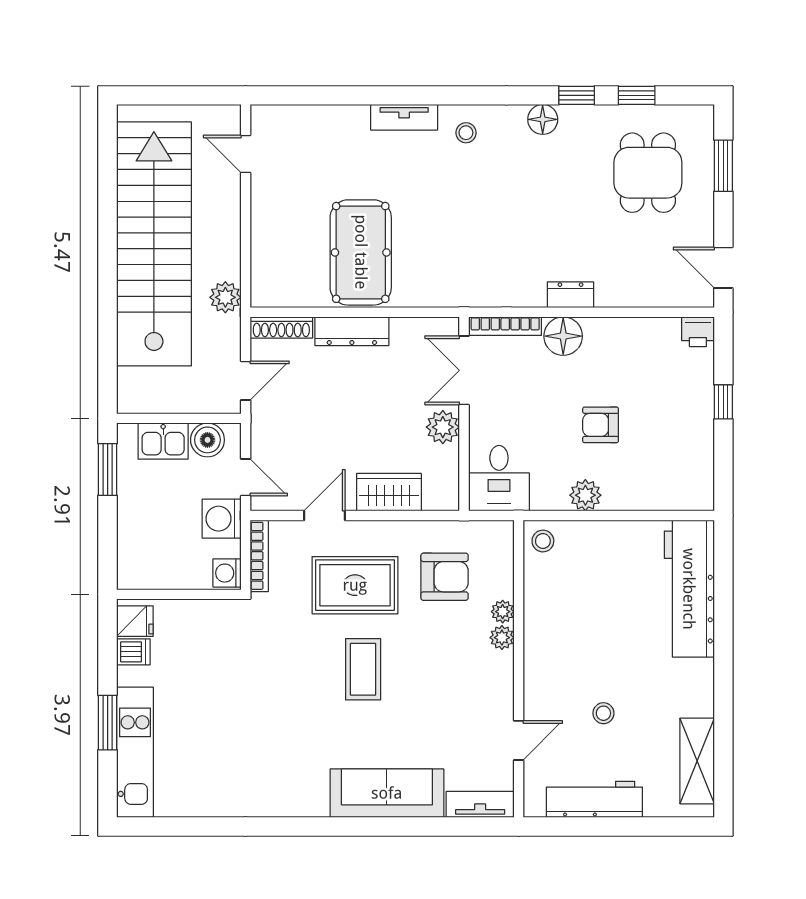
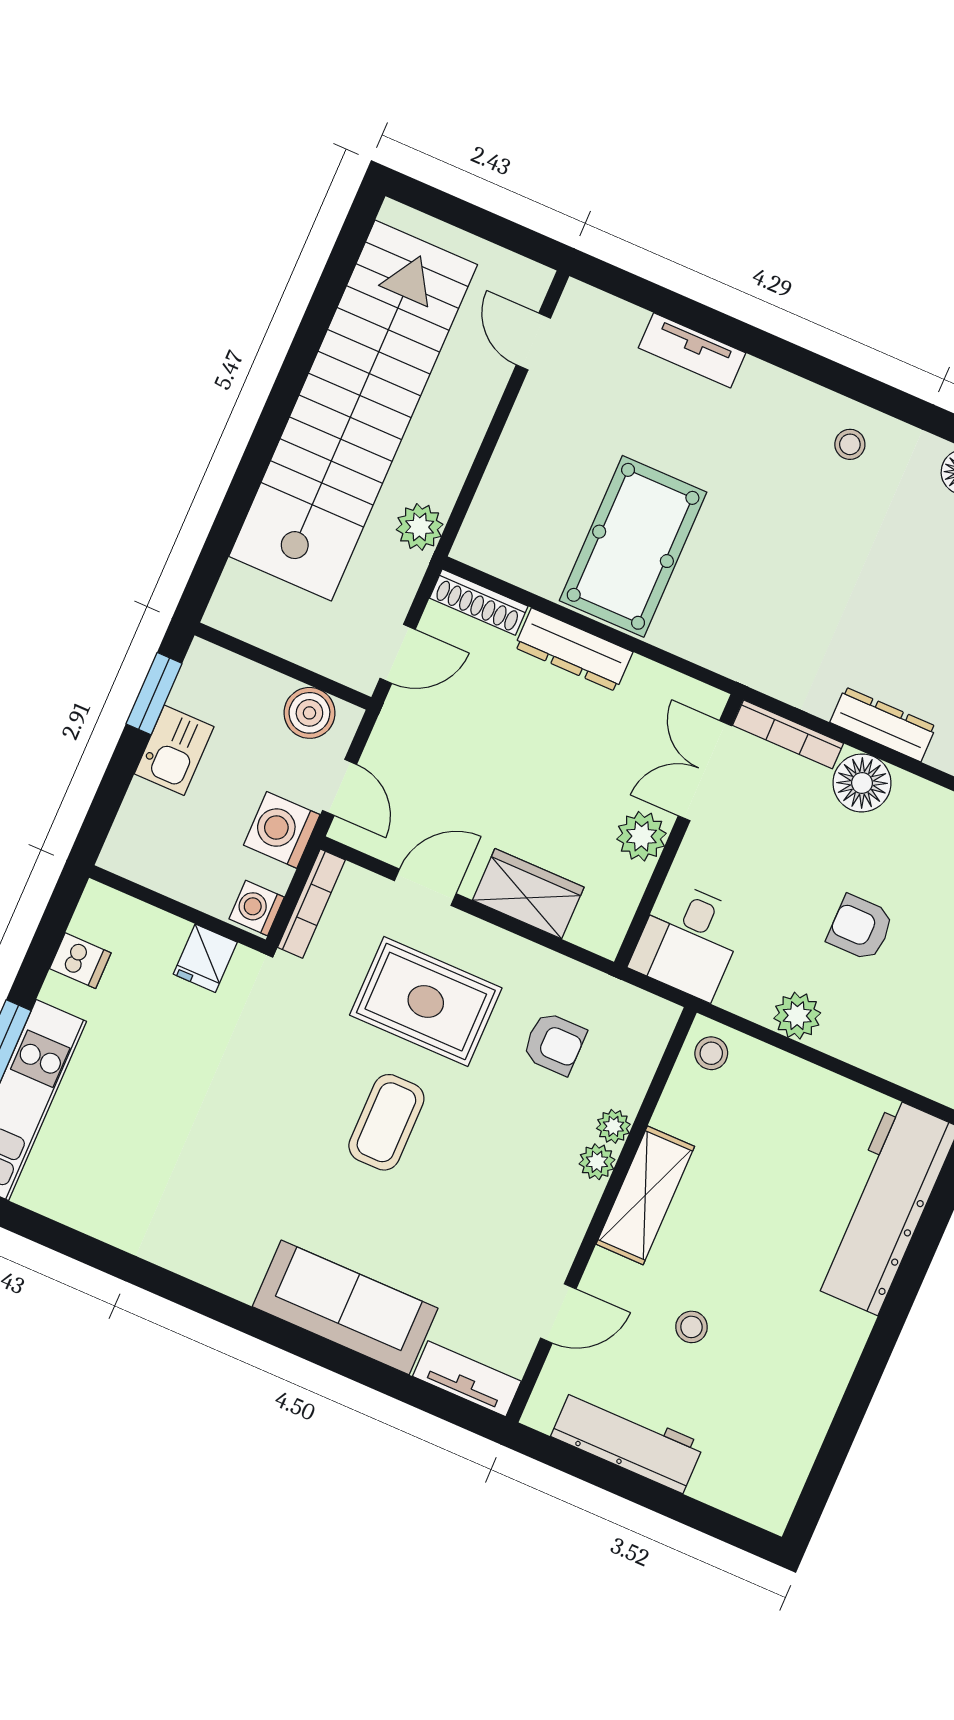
tv unit: (404, 117) -> (692, 350), moved
dresser: (570, 295) -> (883, 724), width x1.44
kitchen sink: (163, 441) -> (174, 750), moved, turned -90
armchair: (445, 577) -> (554, 1043), width x0.72, depth x0.72
fridge: (135, 621) -> (205, 958), moved, turned 90
shelving: (697, 761) -> (645, 1195), moved

